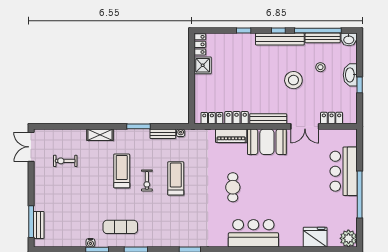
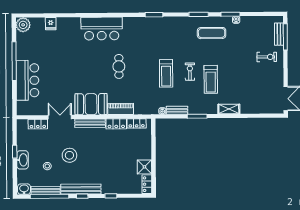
exercise bike: (65, 161) -> (267, 57), moved
fridge: (315, 237) -> (51, 24), width x0.53, depth x0.75

